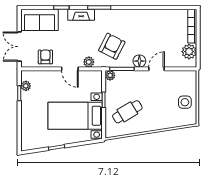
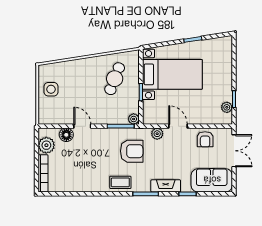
coffee table: (122, 18) -> (120, 182), added
armchair: (112, 46) -> (132, 151), turned -117
floor lamp: (139, 61) -> (66, 135), moved
door: (157, 69) -> (82, 126), swing flipped
cafe table: (127, 112) -> (115, 79), turned -38

